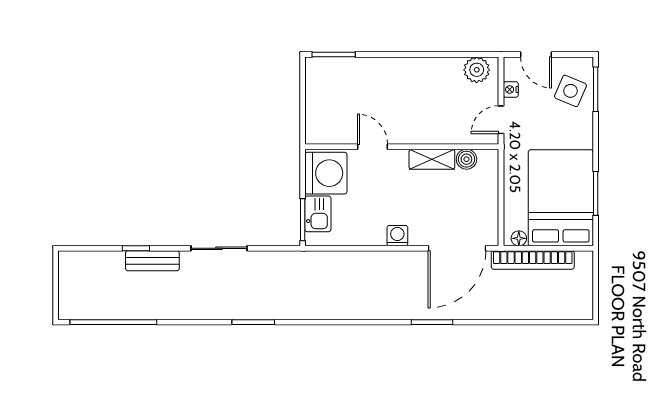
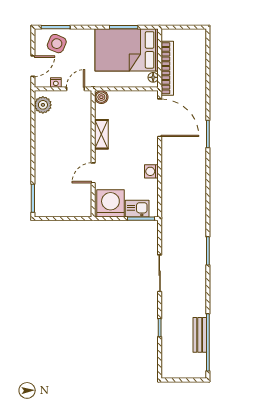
door: (501, 120) -> (76, 89), swing flipped
boiler: (466, 159) -> (101, 97), moved
washing machine: (397, 236) -> (151, 171), moved
bench: (152, 261) -> (200, 335), moved

